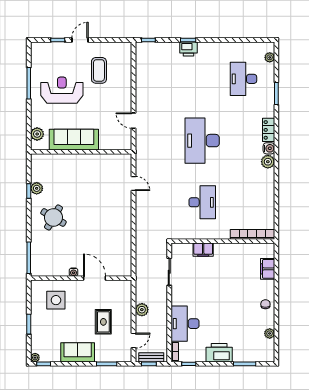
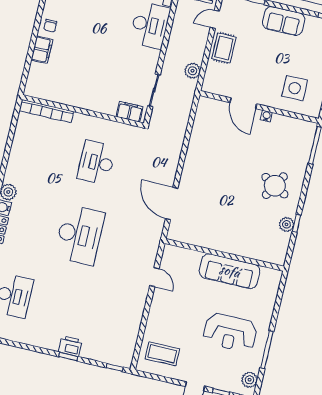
coffee table: (99, 70) -> (162, 354), moved, turned 90
plant: (37, 134) -> (250, 380), moved
door: (134, 183) -> (172, 203), width x1.88
filing cabinet: (203, 250) -> (130, 112), moved
filing cabinet: (268, 269) -> (42, 50), moved
plant: (142, 310) -> (193, 71), moved
rug: (103, 322) -> (224, 48), moved

